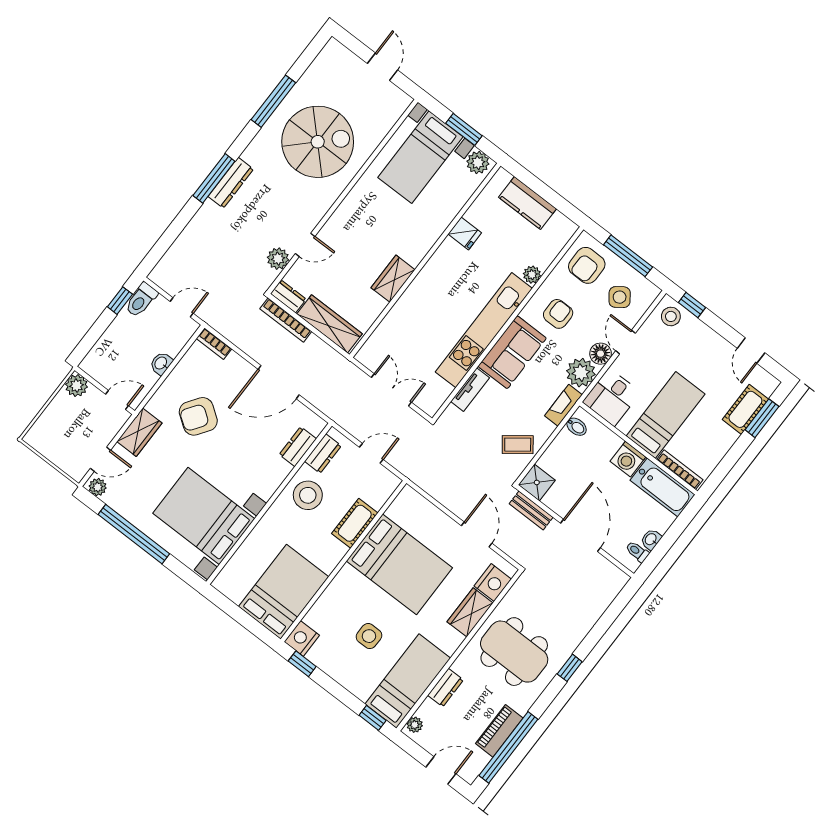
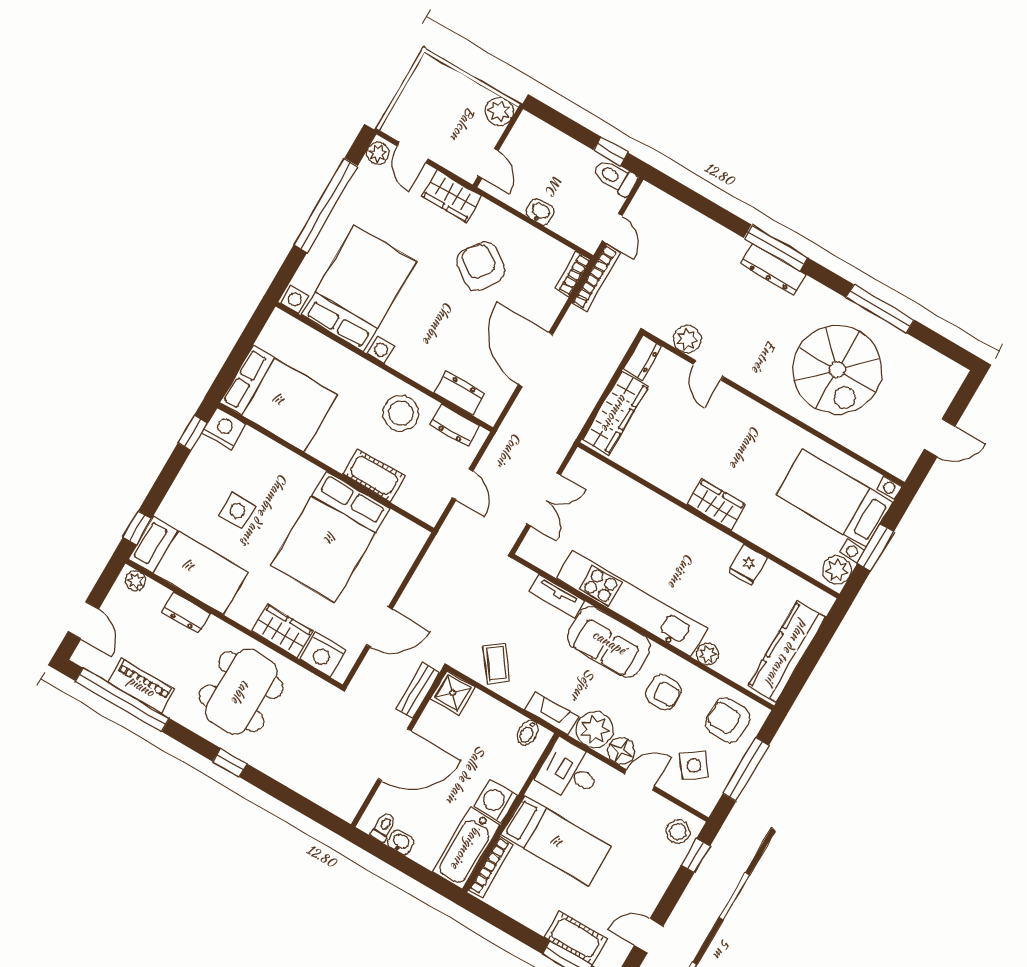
kitchen counter: (527, 203) -> (787, 652), width x1.50
wardrobe: (393, 279) -> (716, 505), moved
bookcase: (286, 320) -> (596, 278), moved, turned 180

